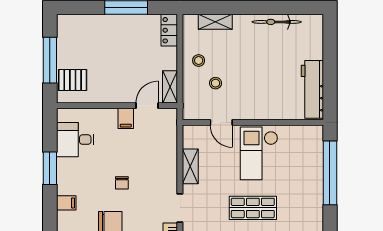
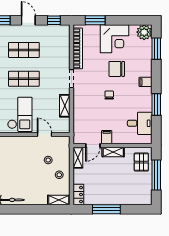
shelving: (215, 22) -> (59, 200), moved
pallet: (73, 80) -> (141, 162), turned 90
shelving: (116, 96) -> (113, 152), added

